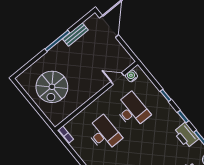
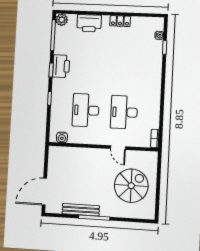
bench: (75, 35) -> (81, 210), width x1.36
door: (117, 79) -> (118, 148), moved
printer: (186, 135) -> (61, 66), moved

